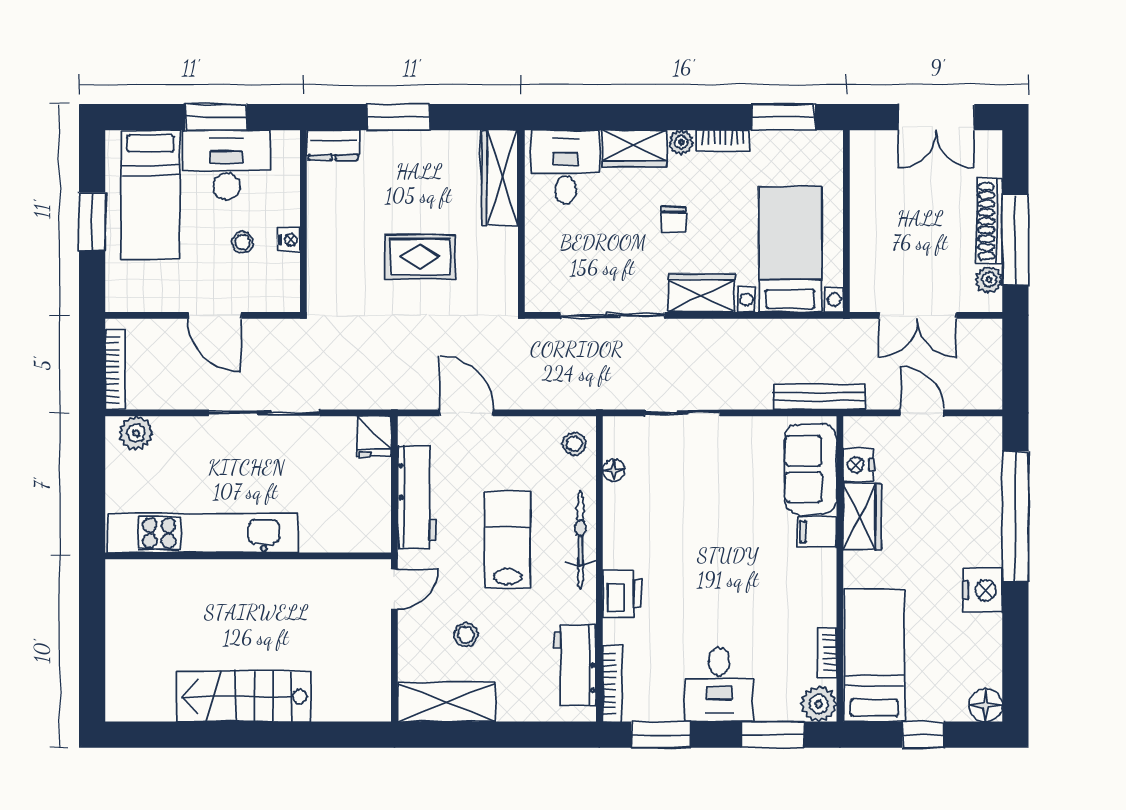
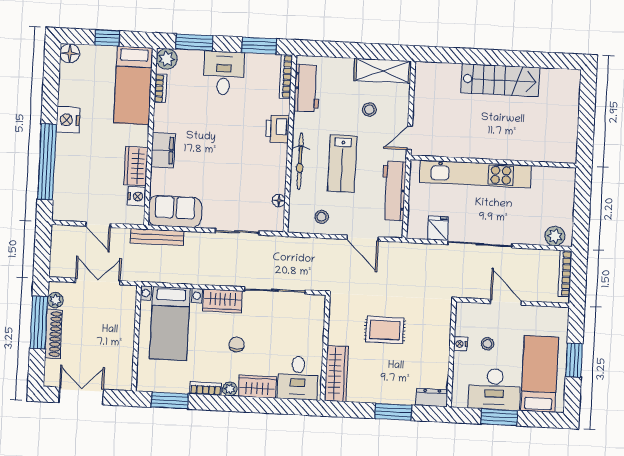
fridge: (374, 437) -> (438, 228), moved
stool: (574, 444) -> (322, 217), moved
sofa: (810, 469) -> (175, 211), moved, turned -90
filing cabinet: (817, 532) -> (163, 150), width x2.00
kitchen unit: (203, 533) -> (475, 174), moved

